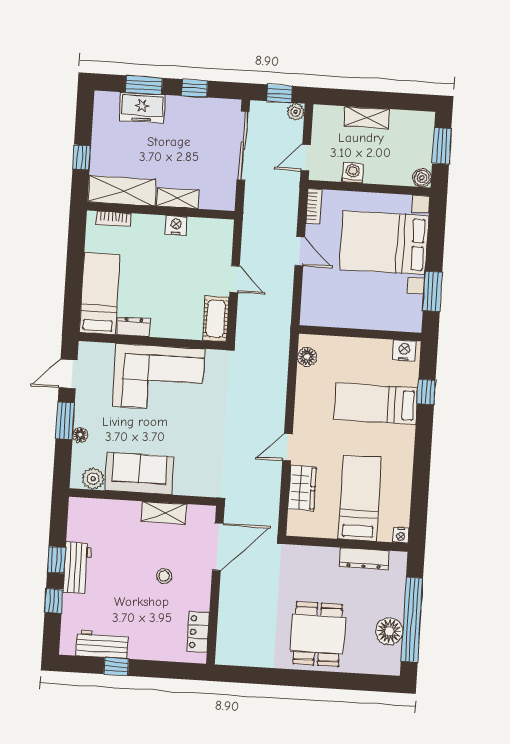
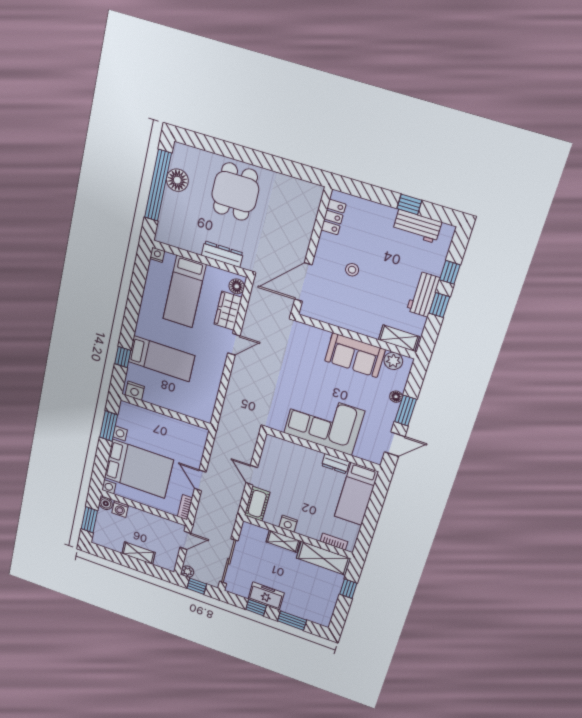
freezer: (142, 108) -> (266, 596), moved
washing machine: (353, 173) -> (120, 509), moved
cot: (216, 319) -> (257, 504), moved
floor lamp: (307, 357) -> (237, 286), moved
shelving: (164, 513) -> (399, 338), moved
dresser: (364, 559) -> (222, 254), moved

